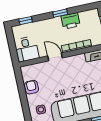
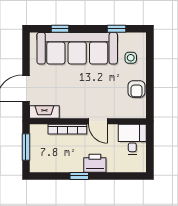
window: (26, 21) -> (126, 176), removed
printer: (70, 21) -> (95, 163), moved

